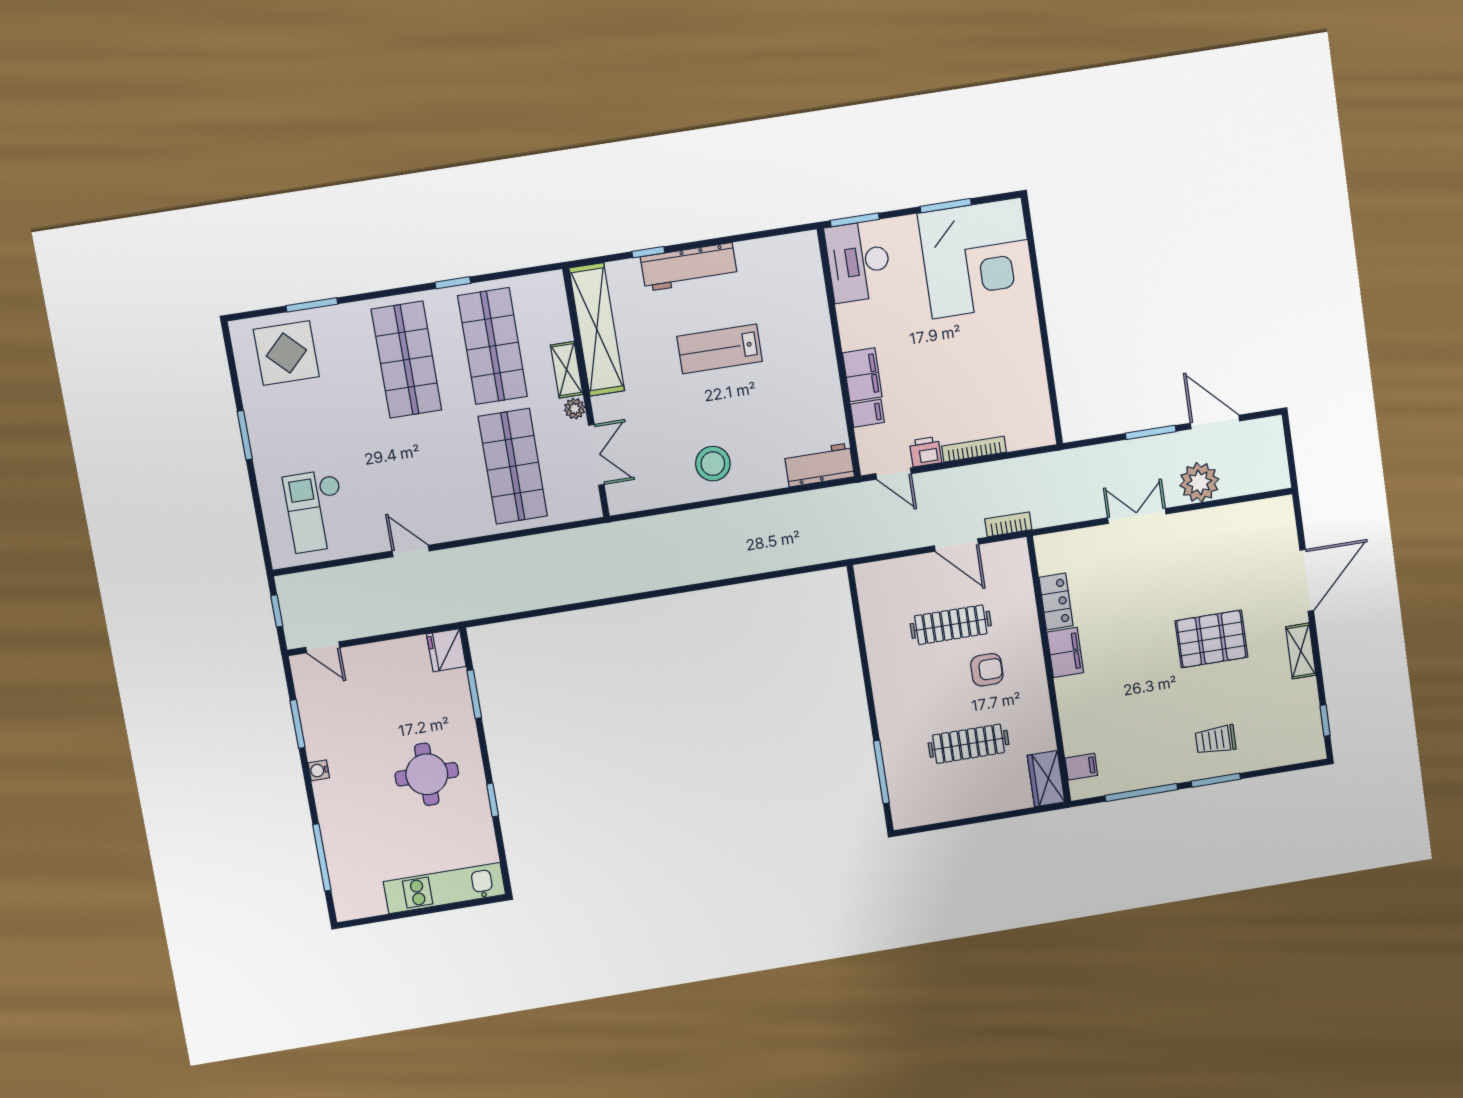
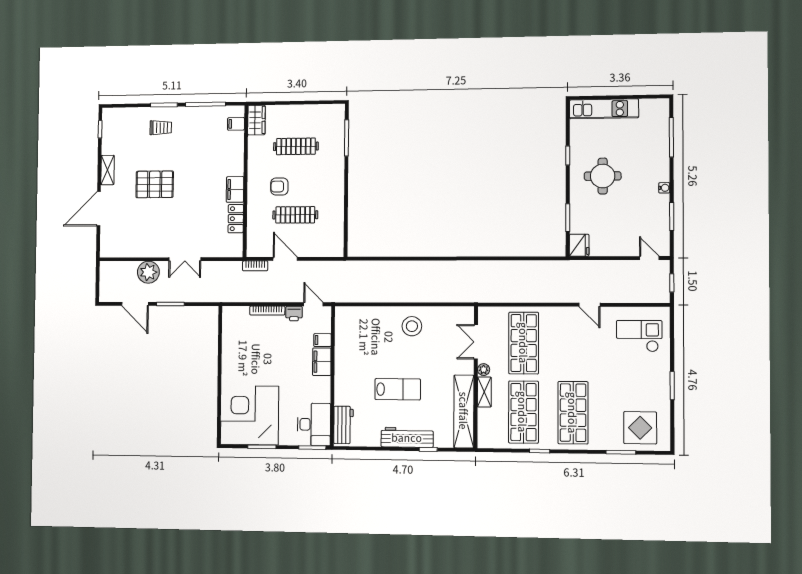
workbench: (819, 465) -> (343, 425), moved, turned -90
checkout: (316, 511) -> (639, 336), turned -90

